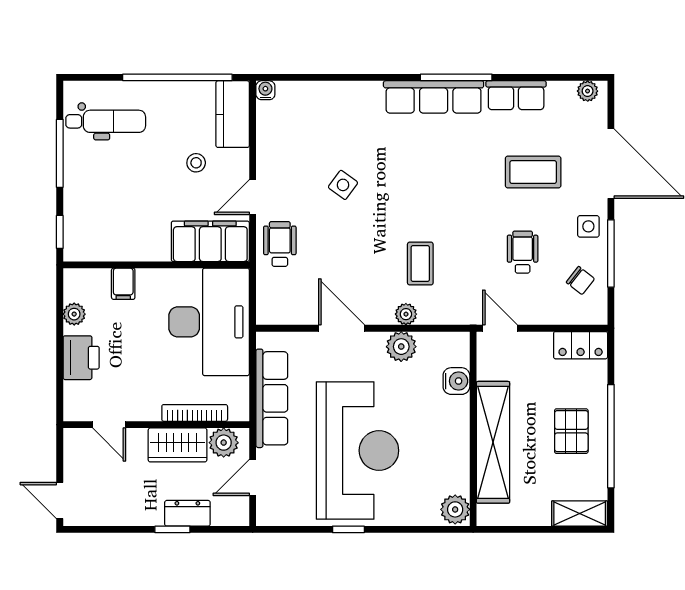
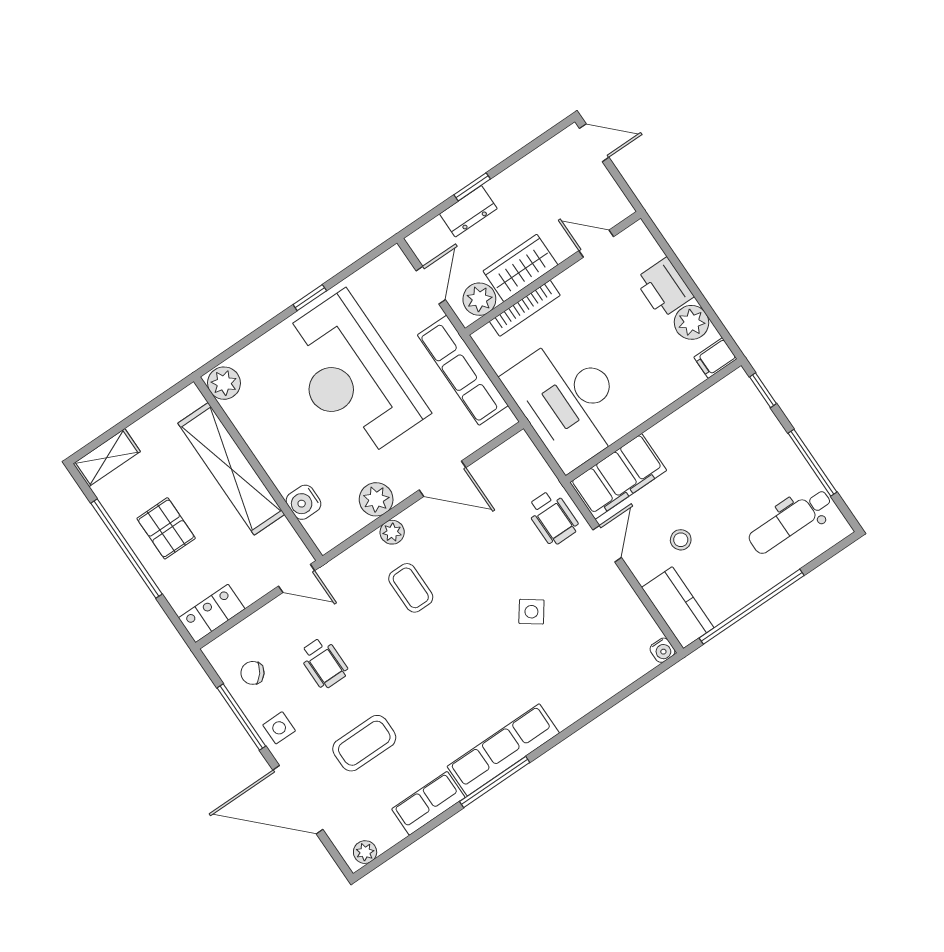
filing cabinet: (123, 284) -> (715, 358), moved, turned -90
plant: (74, 314) -> (692, 322), width x1.38, depth x1.38

